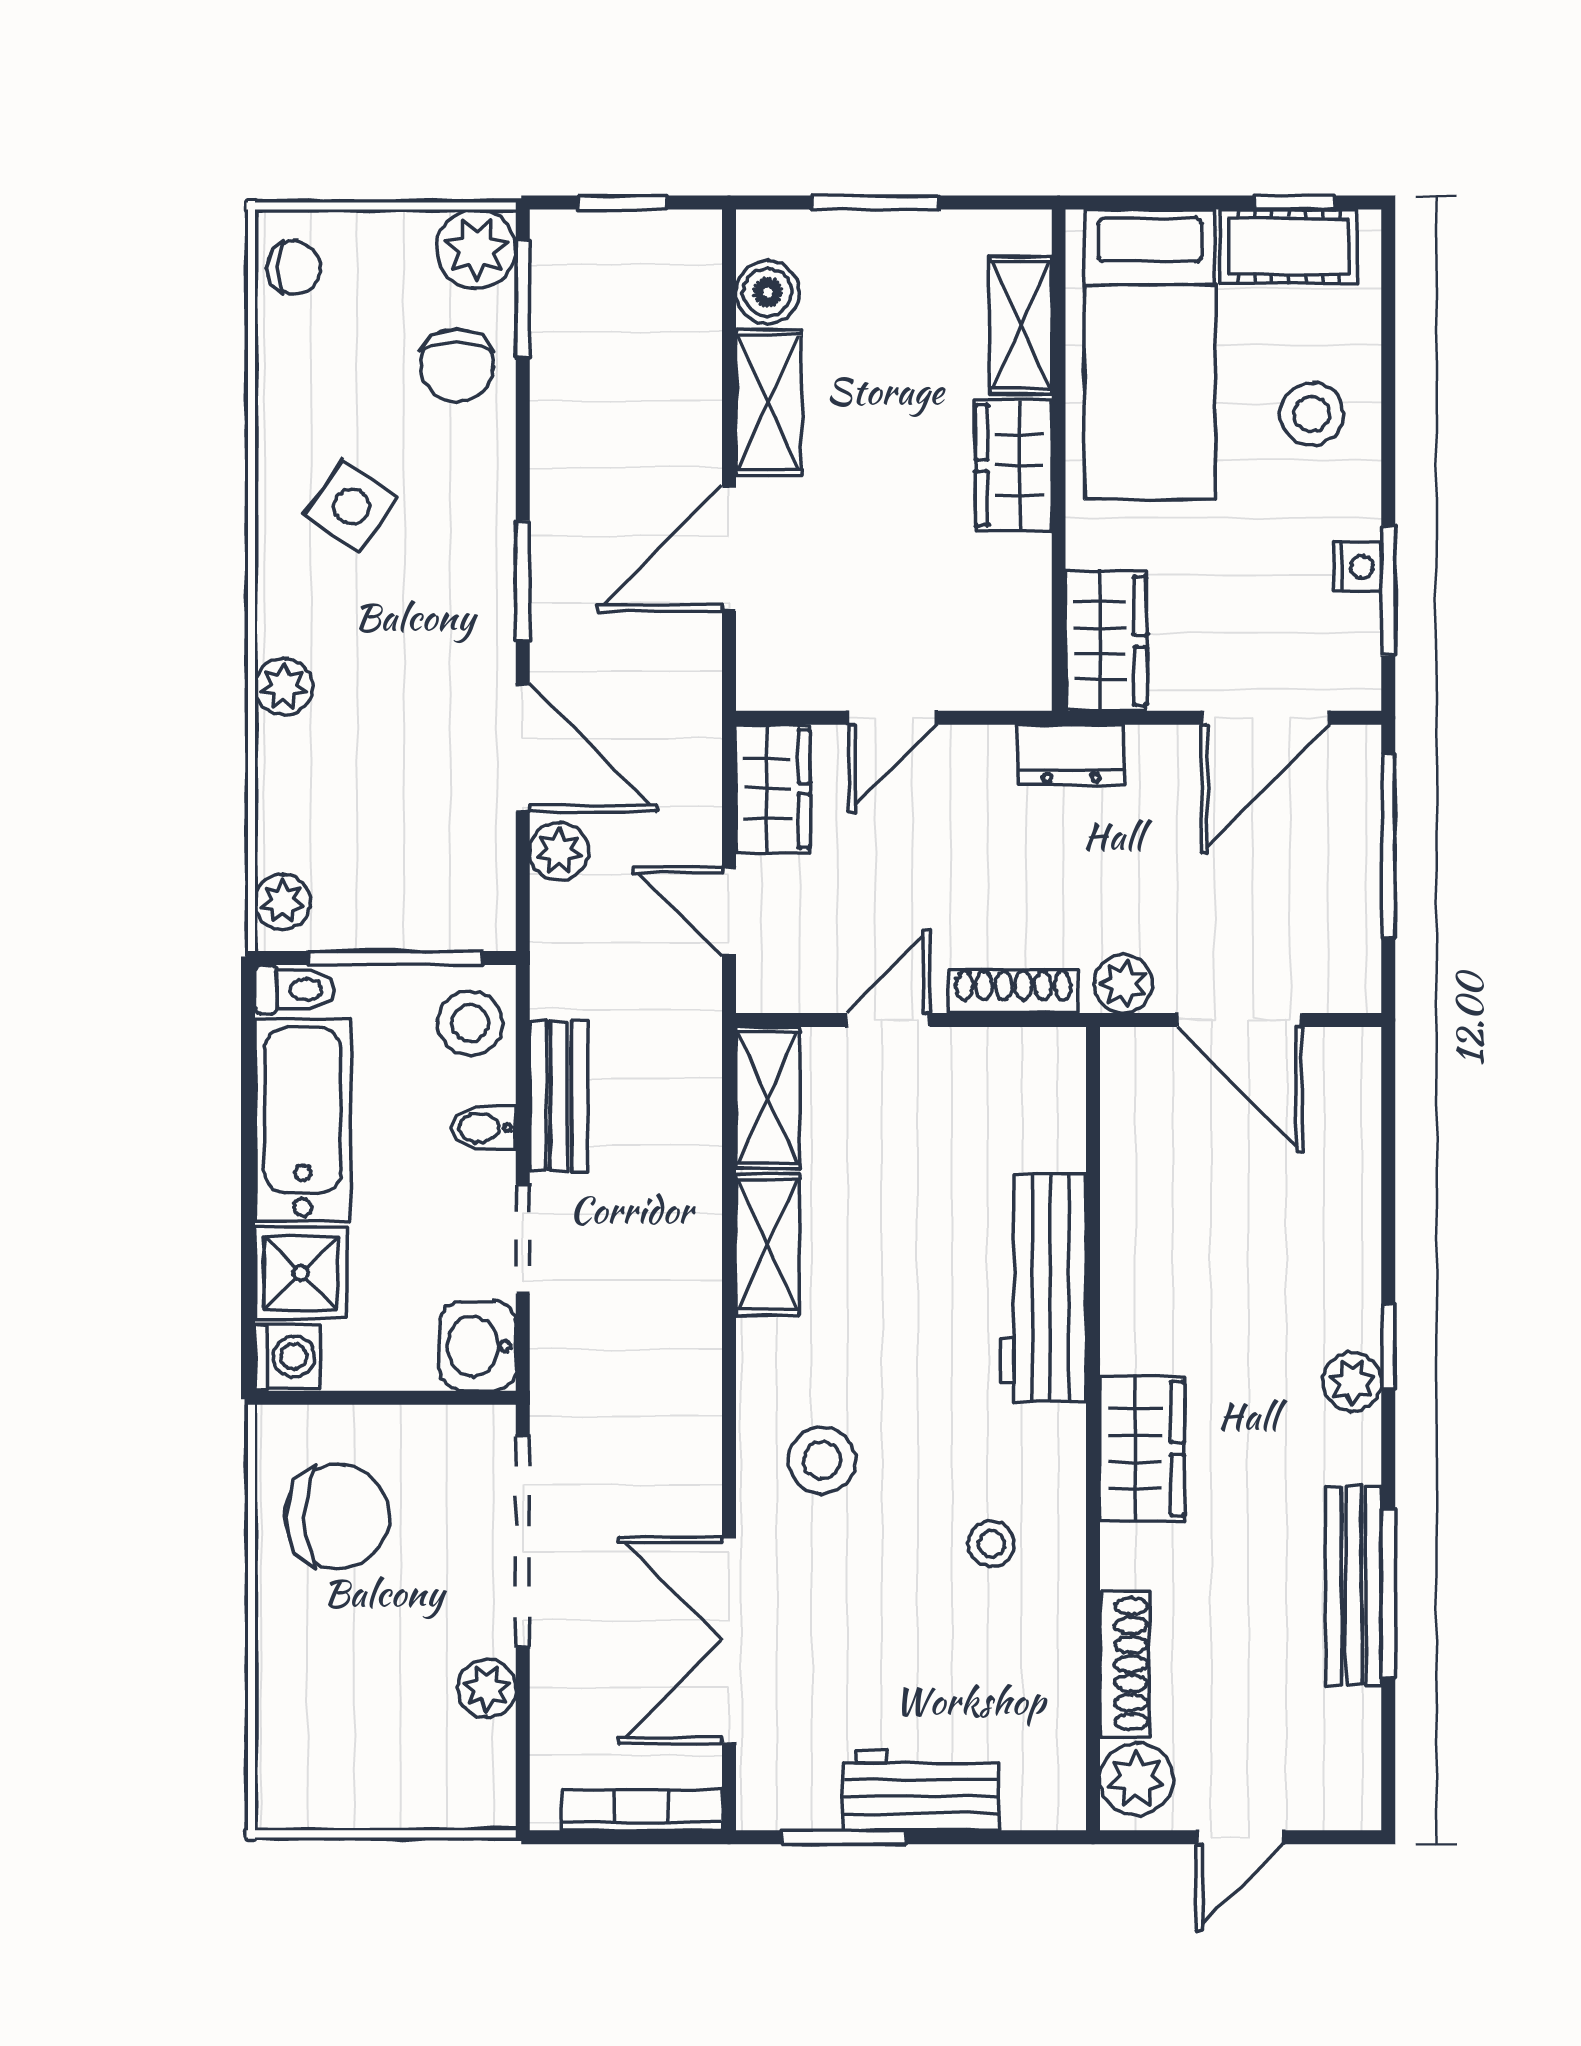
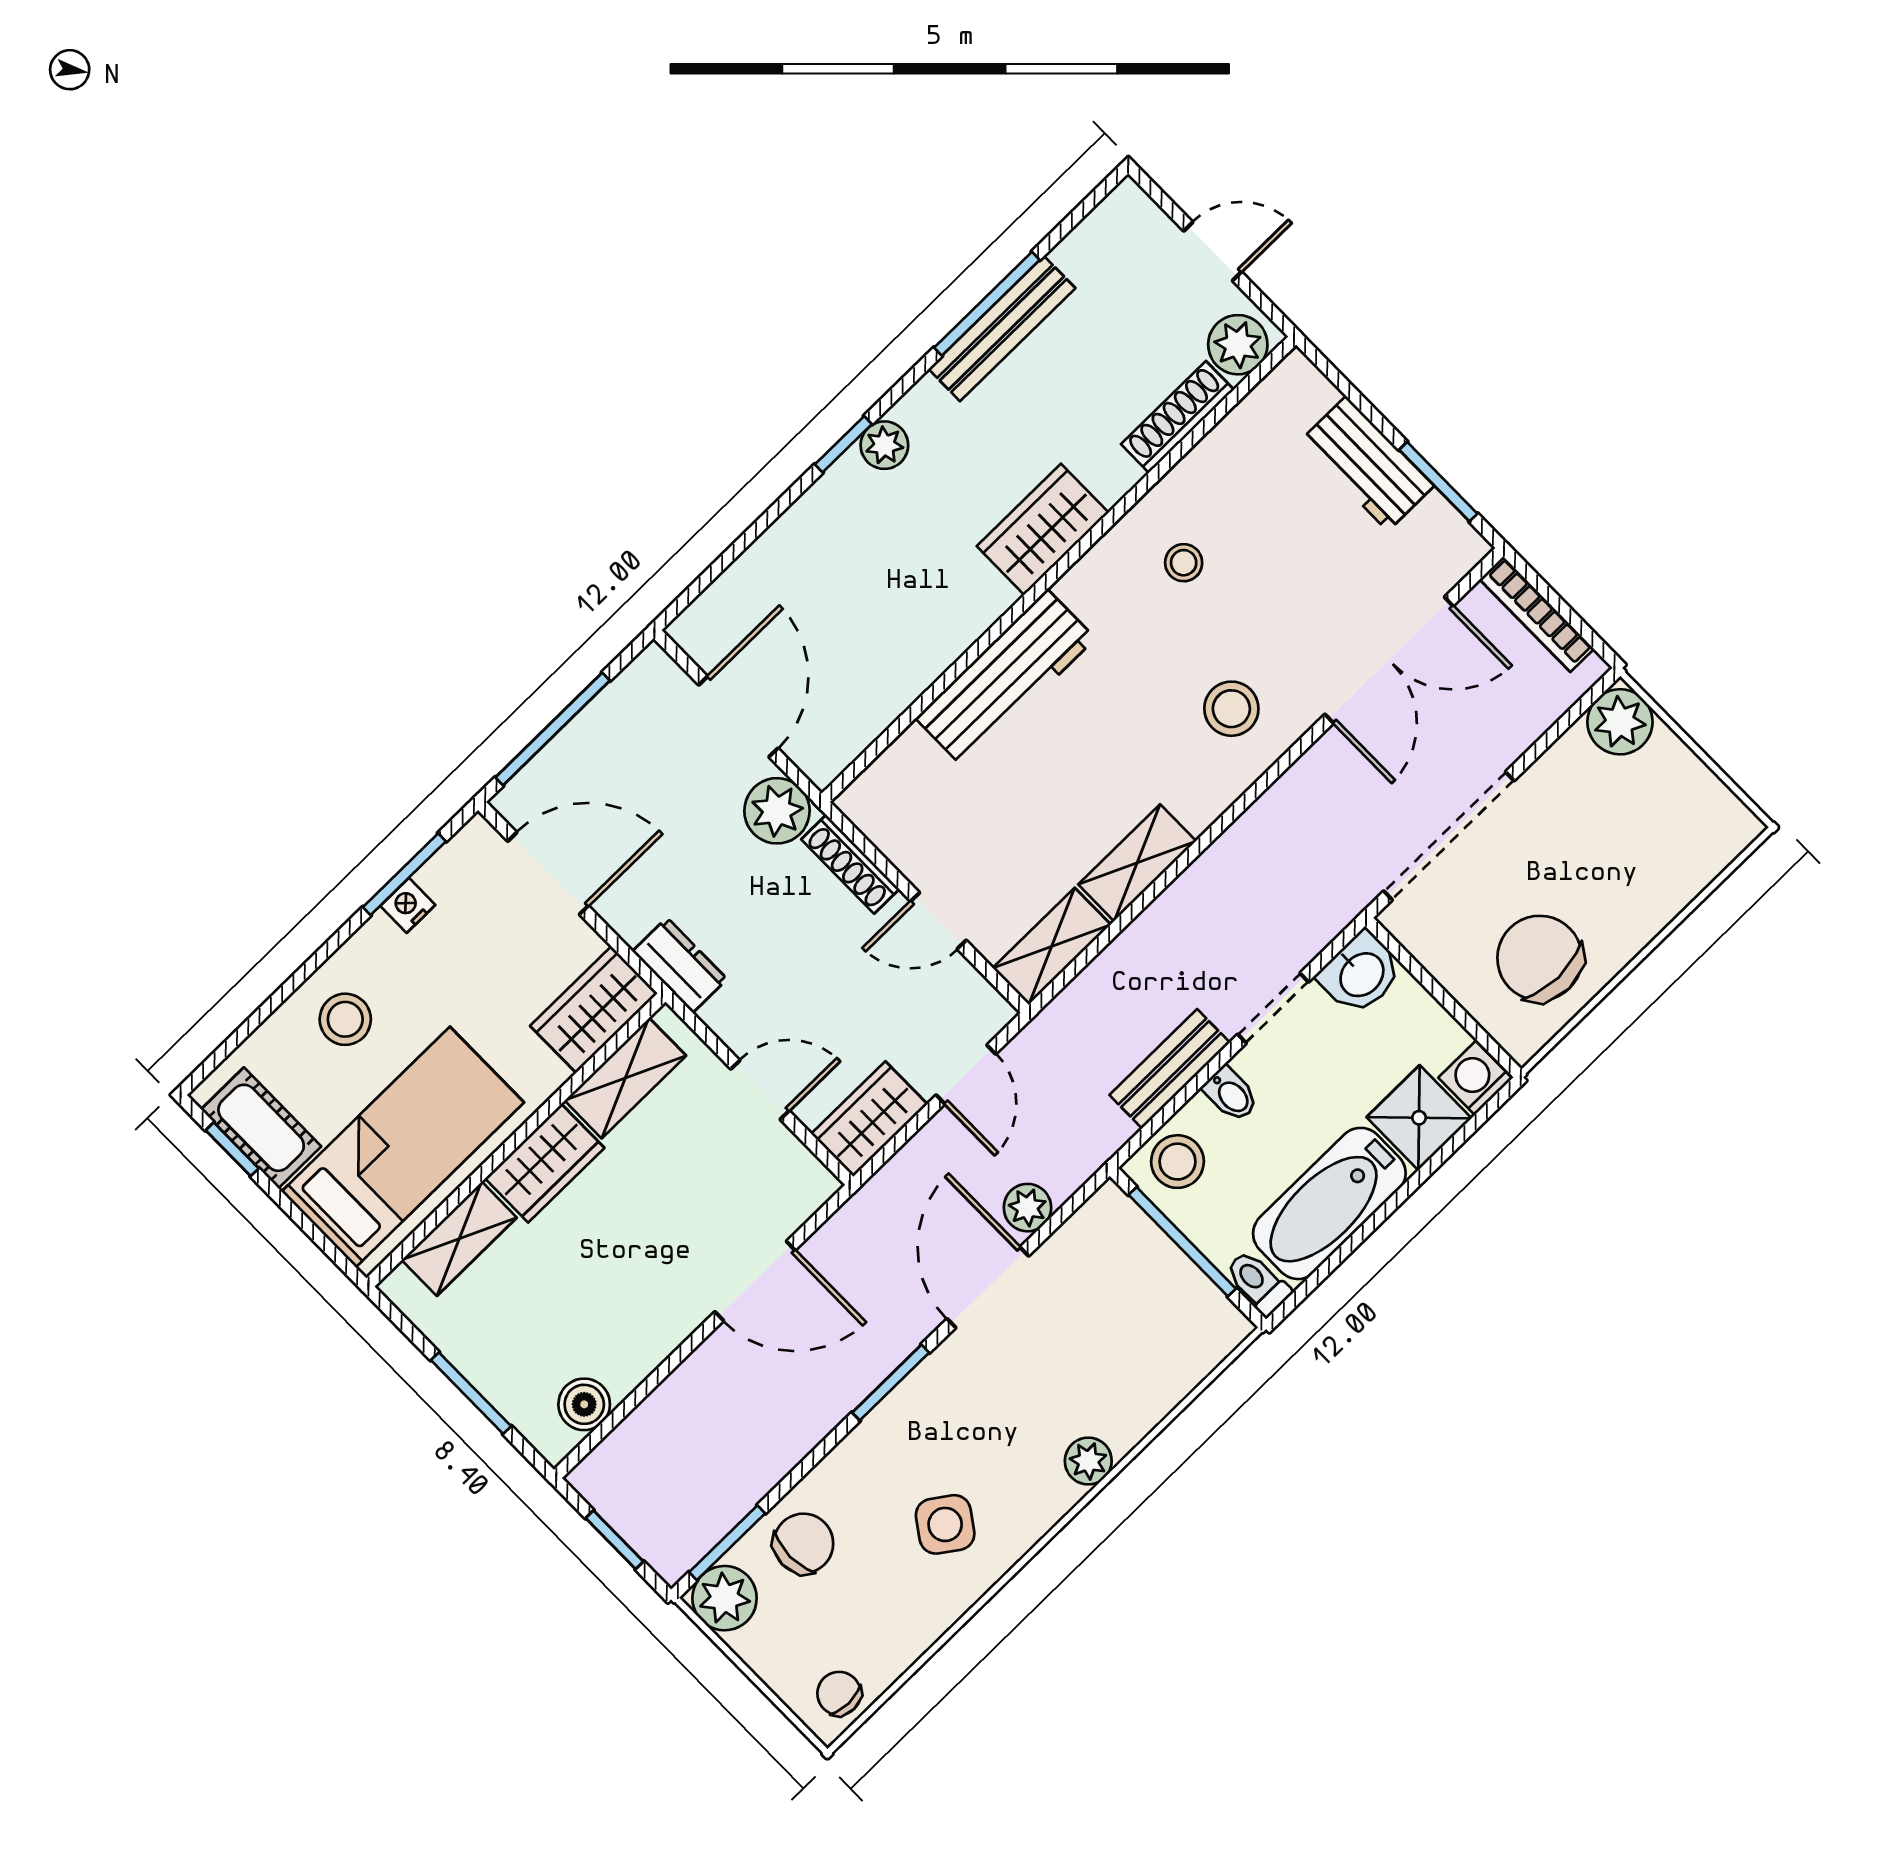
shelving: (769, 403) -> (625, 1078), moved
plant: (283, 902) -> (1214, 1339), removed
plant: (1123, 984) -> (777, 811), width x1.38, depth x1.38
plant: (487, 1688) -> (1620, 722), moved, width x1.38, depth x1.38

